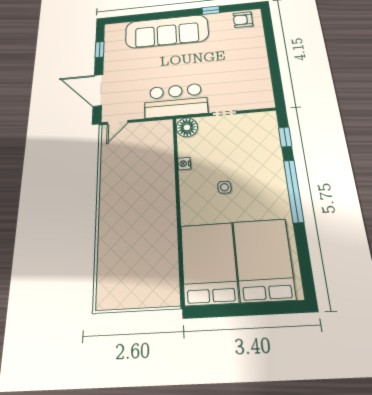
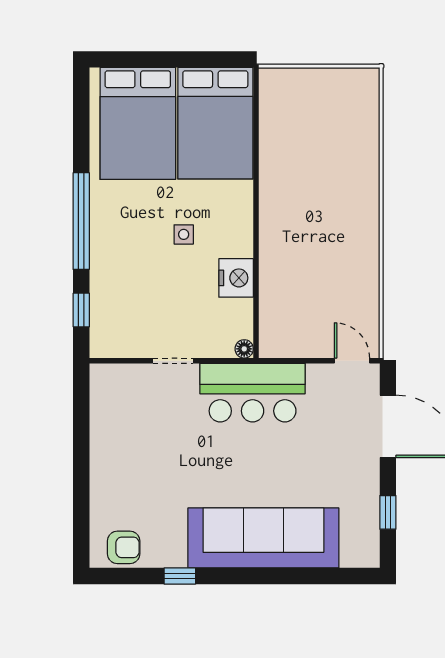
door: (118, 122) -> (352, 361), hinge flipped
floor lamp: (187, 127) -> (244, 349), width x0.53, depth x0.53
nightstand: (184, 164) -> (236, 278), width x1.89, depth x1.79

